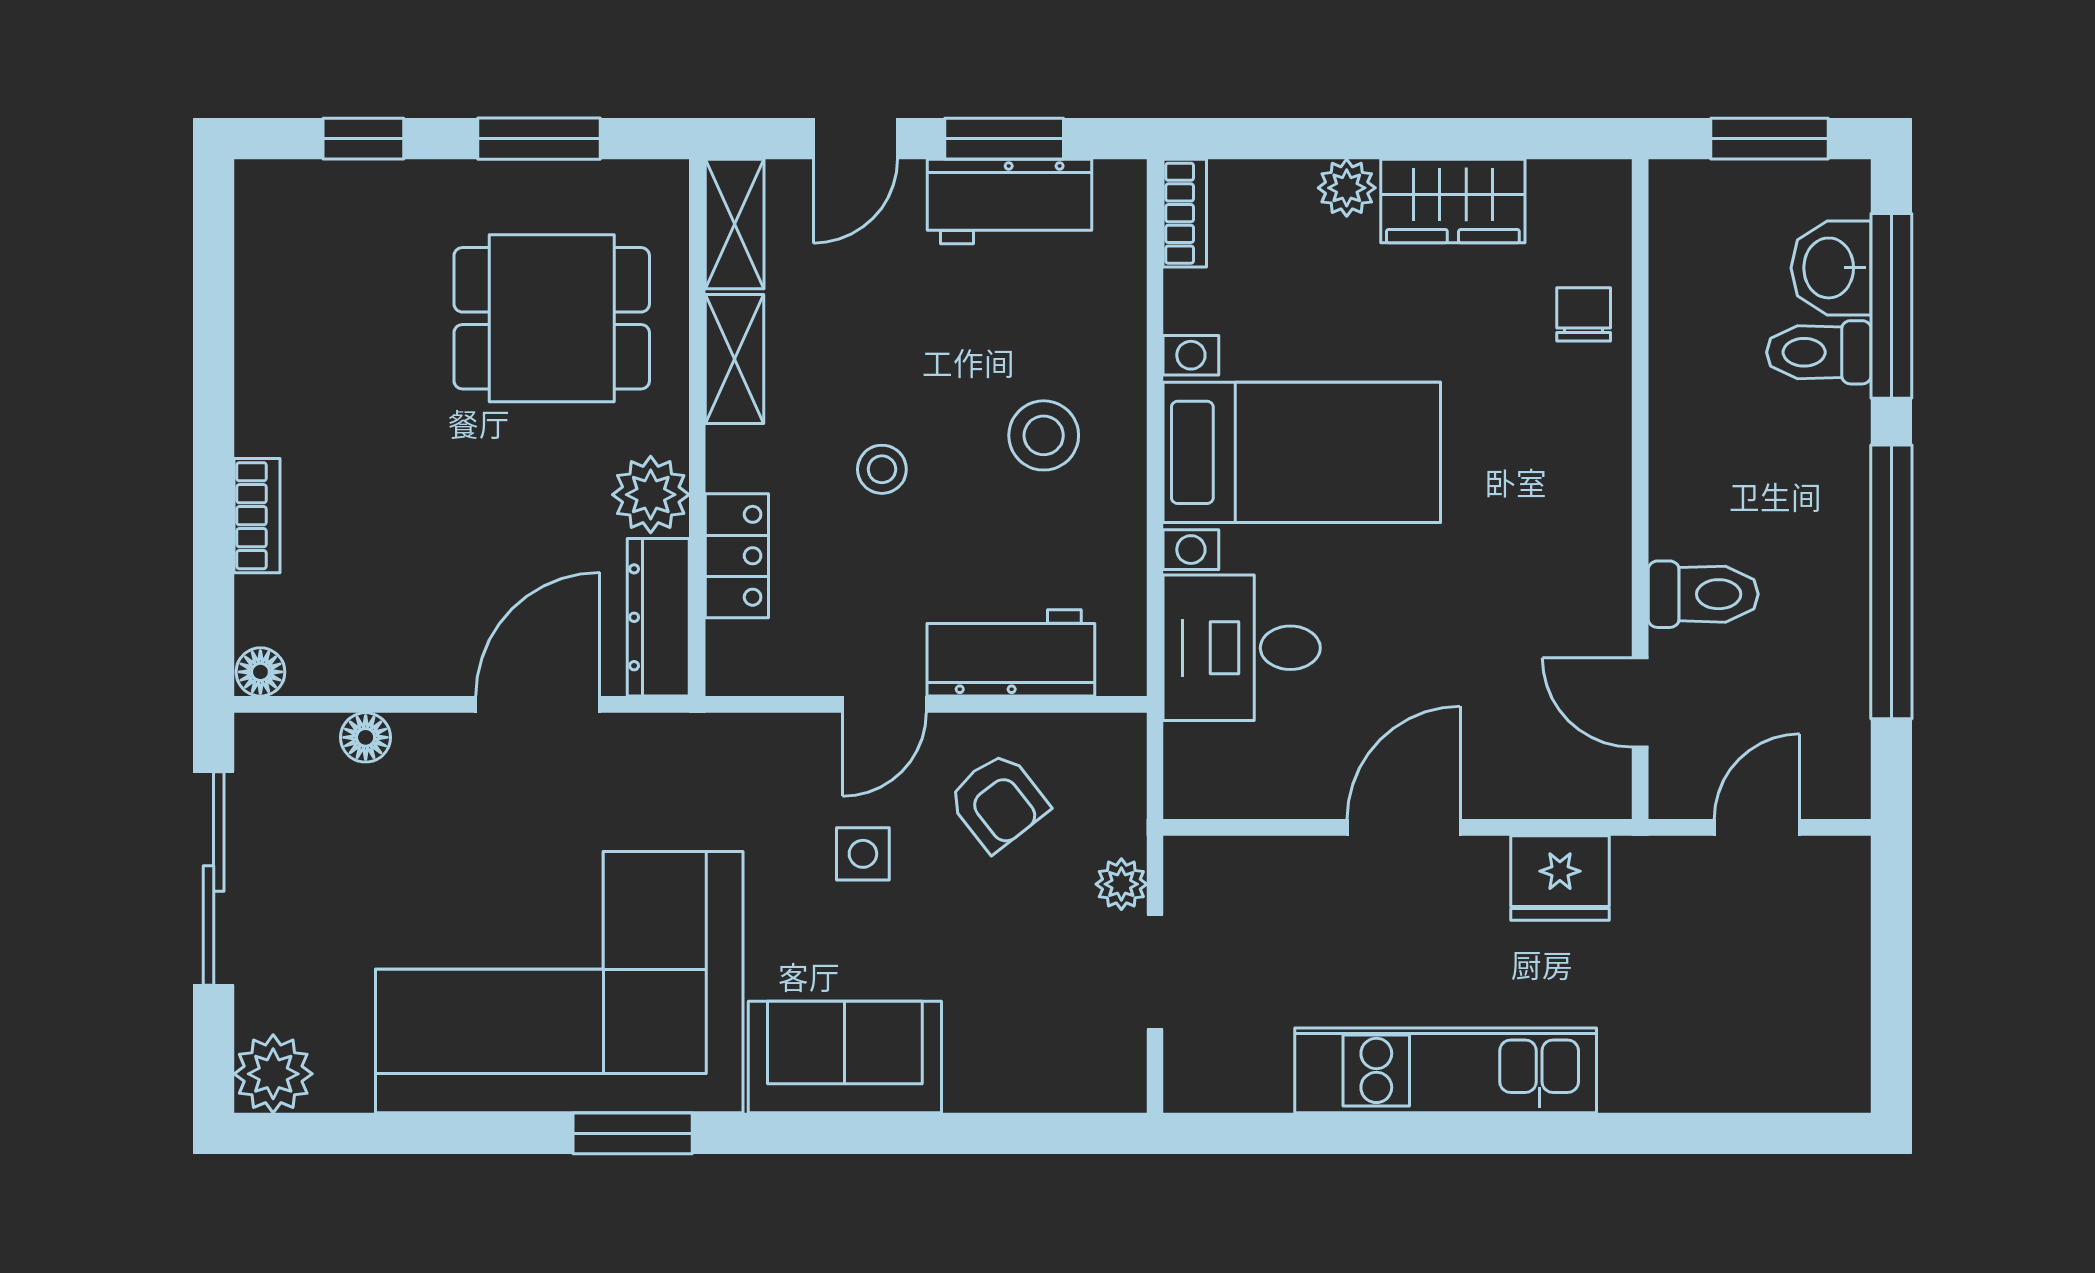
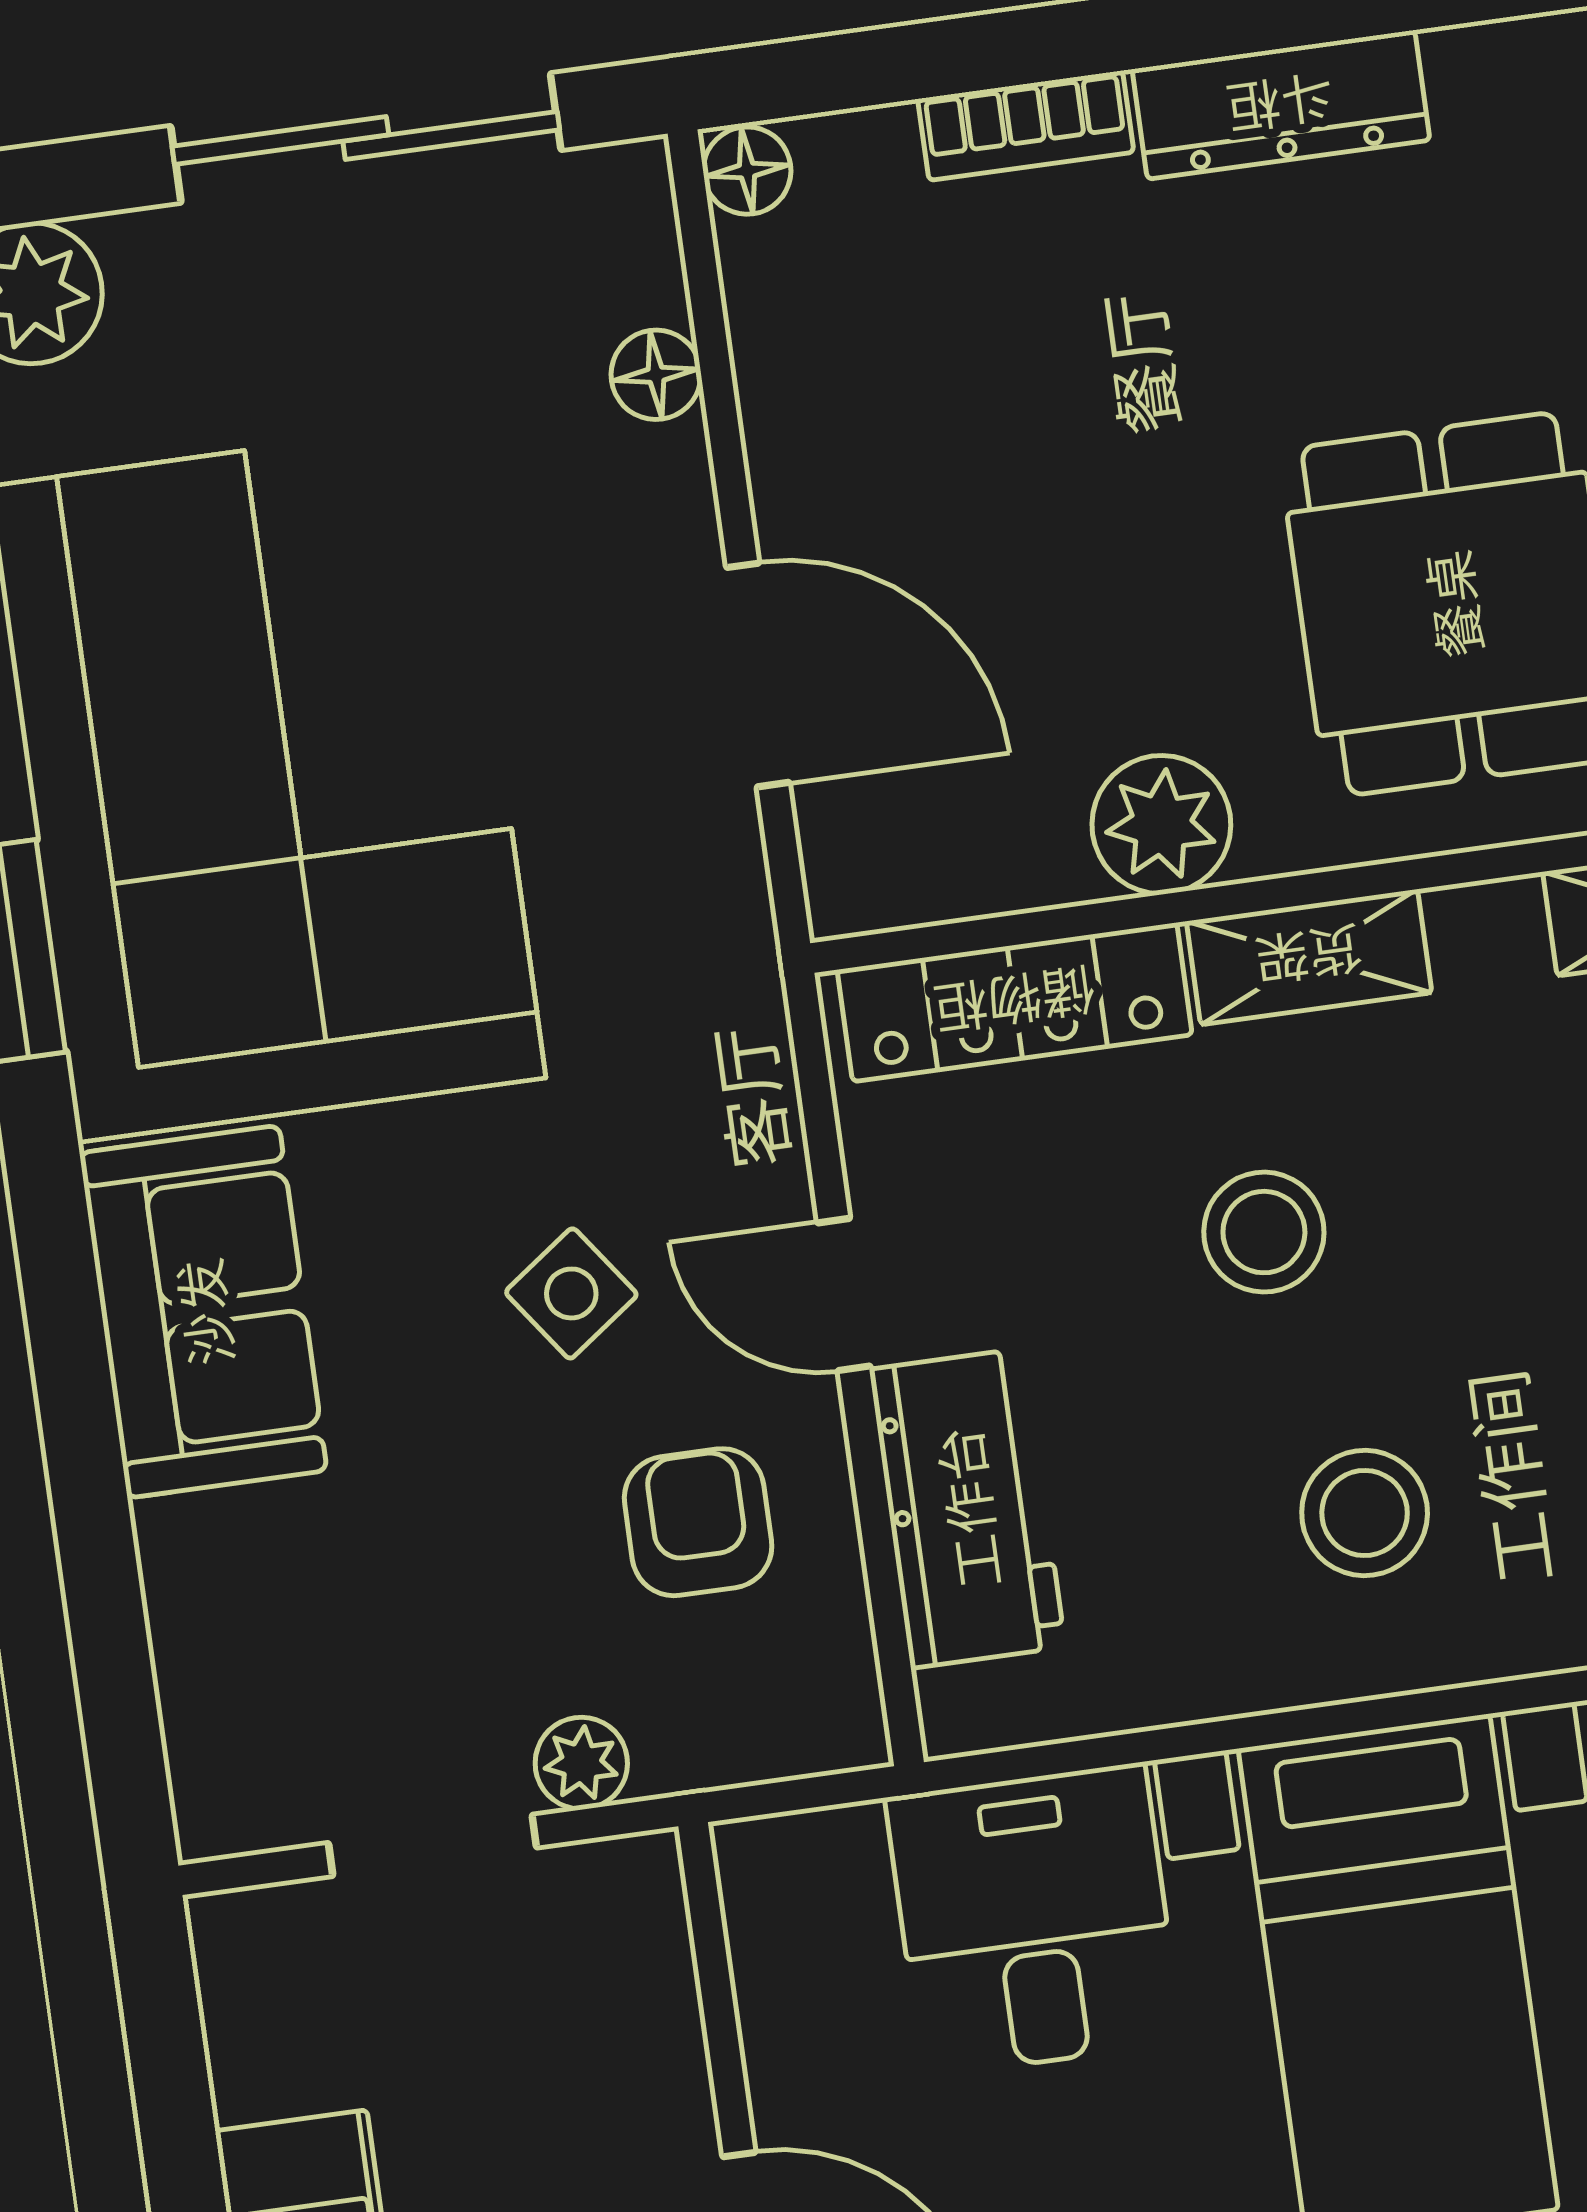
shelving: (735, 359) -> (1309, 957), moved
stool: (882, 469) -> (1264, 1232), width x1.37, depth x1.37
locker: (737, 556) -> (1015, 1002), width x1.53
dresser: (658, 617) -> (1281, 105), moved, turned 180
armchair: (998, 802) -> (698, 1522), turned 128
side table: (863, 854) -> (571, 1293), turned -36

